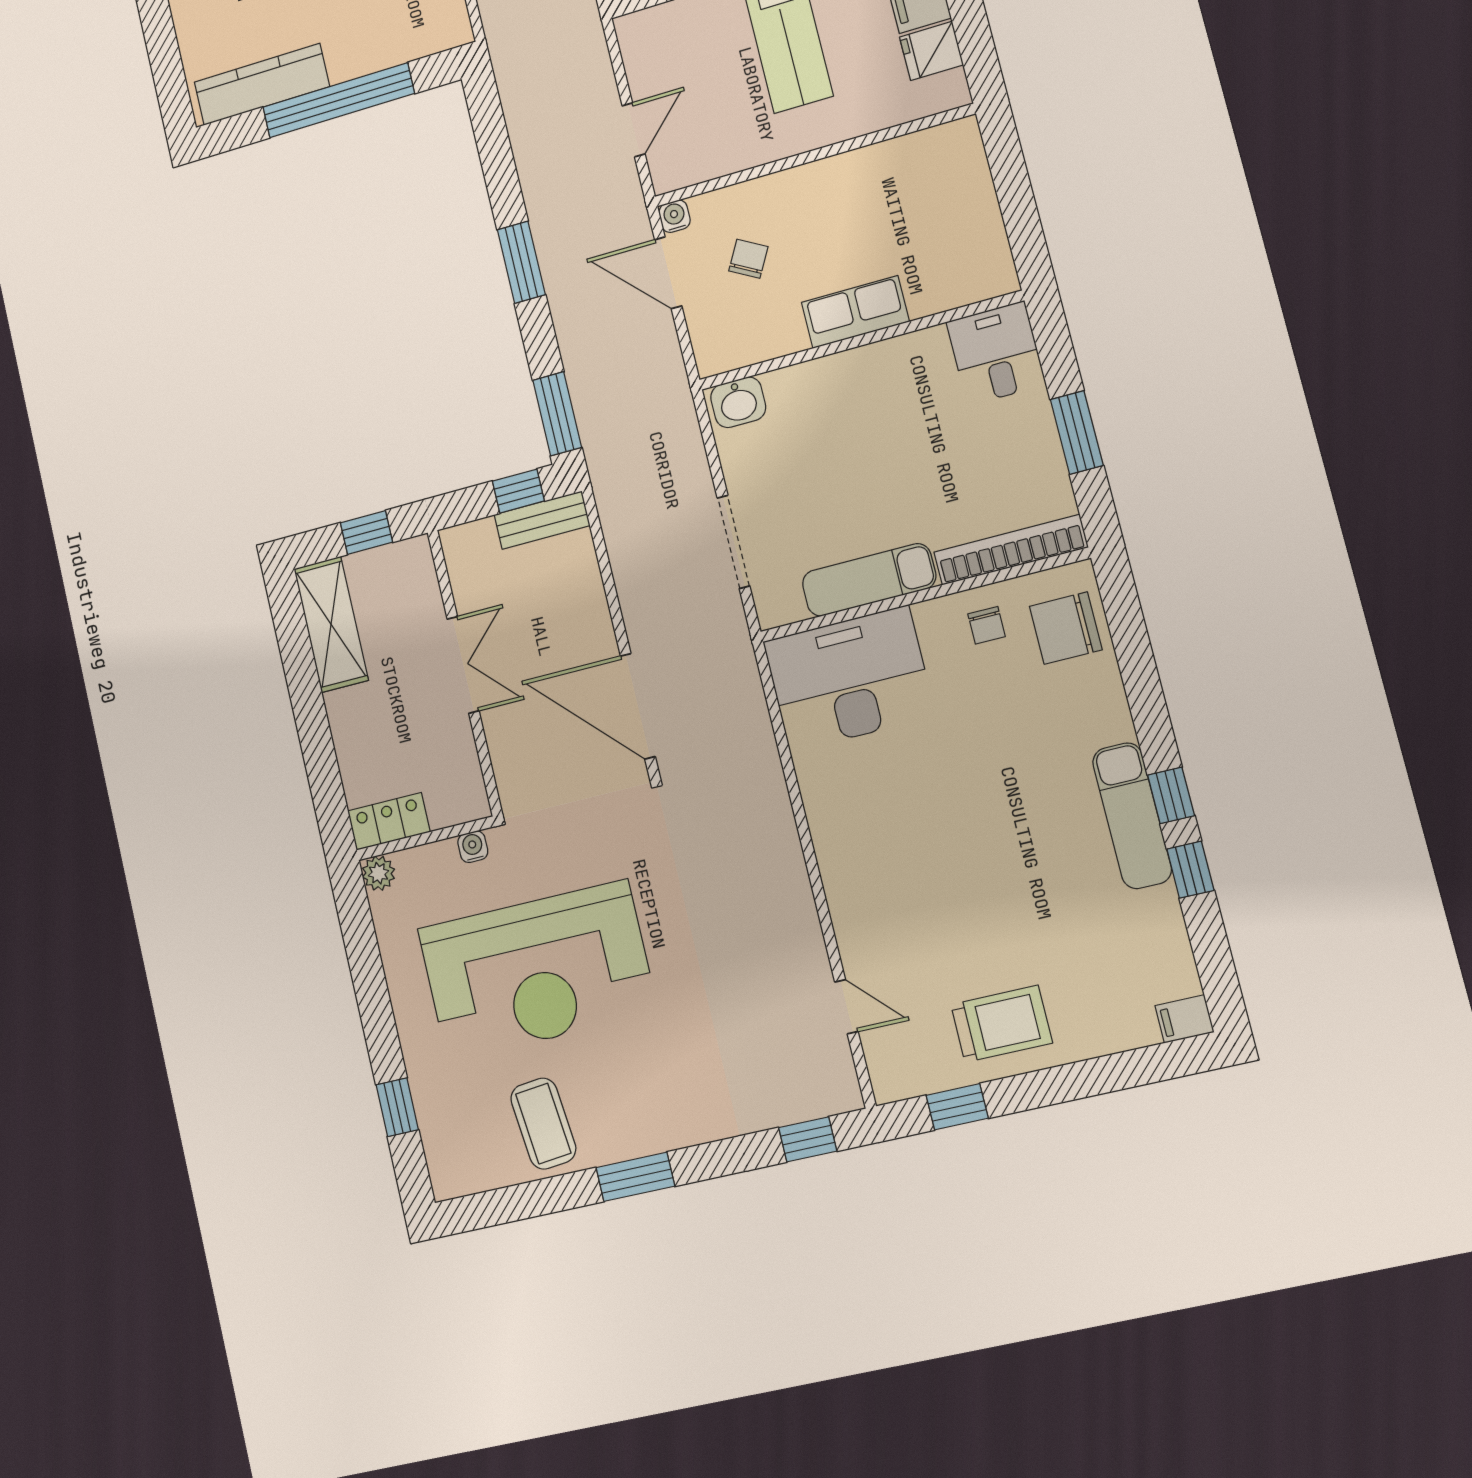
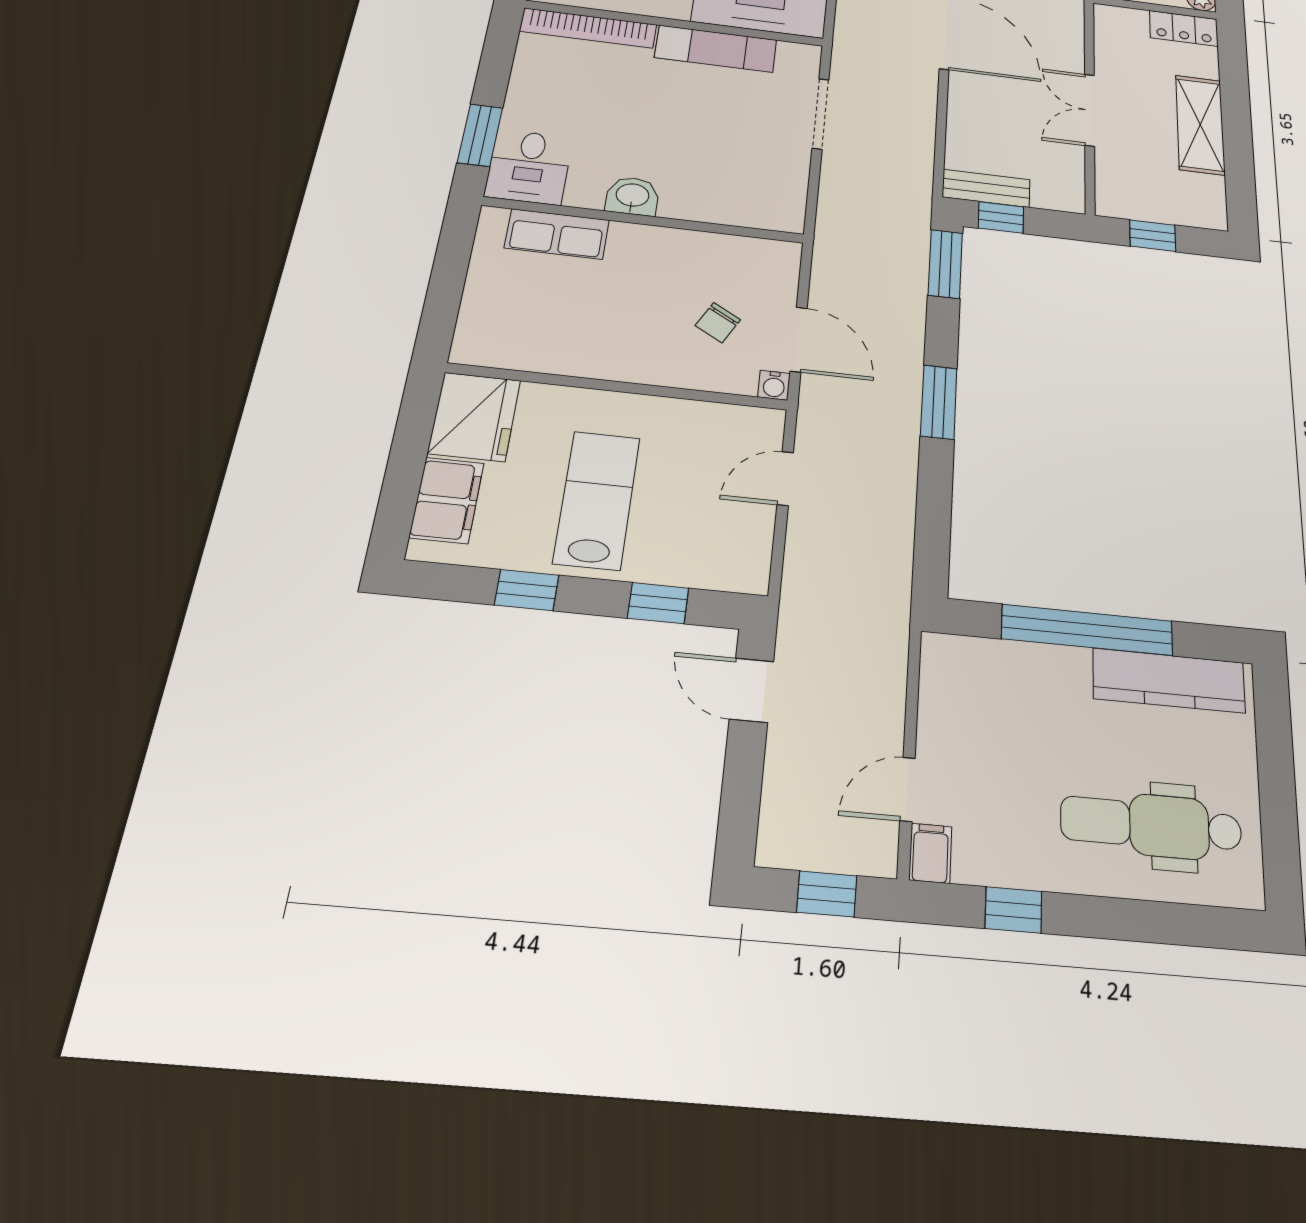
fridge: (931, 51) -> (474, 417), width x1.88, depth x1.34
row of seats: (855, 312) -> (557, 234), moved
washbasin: (738, 402) -> (632, 196), moved
window: (1077, 432) -> (480, 135), moved
shelving: (331, 624) -> (1200, 125), moved

